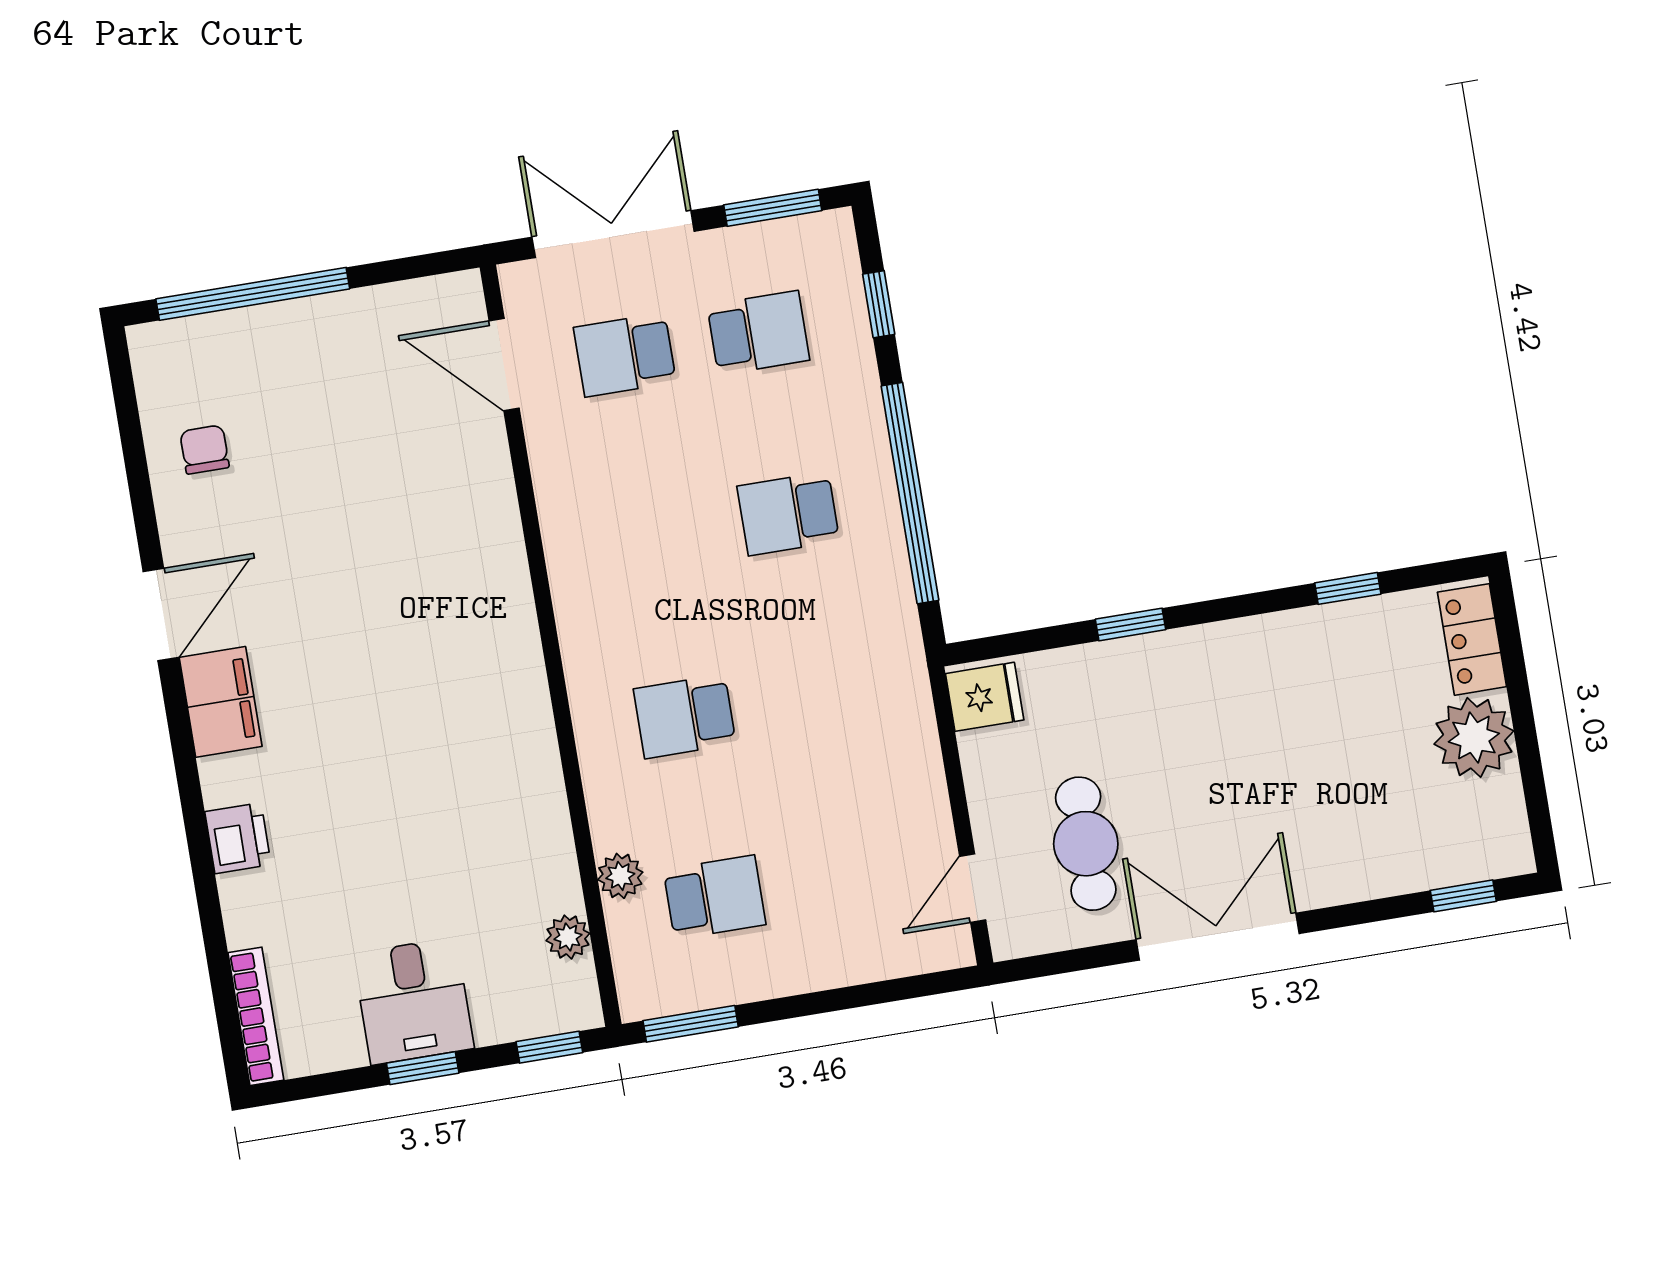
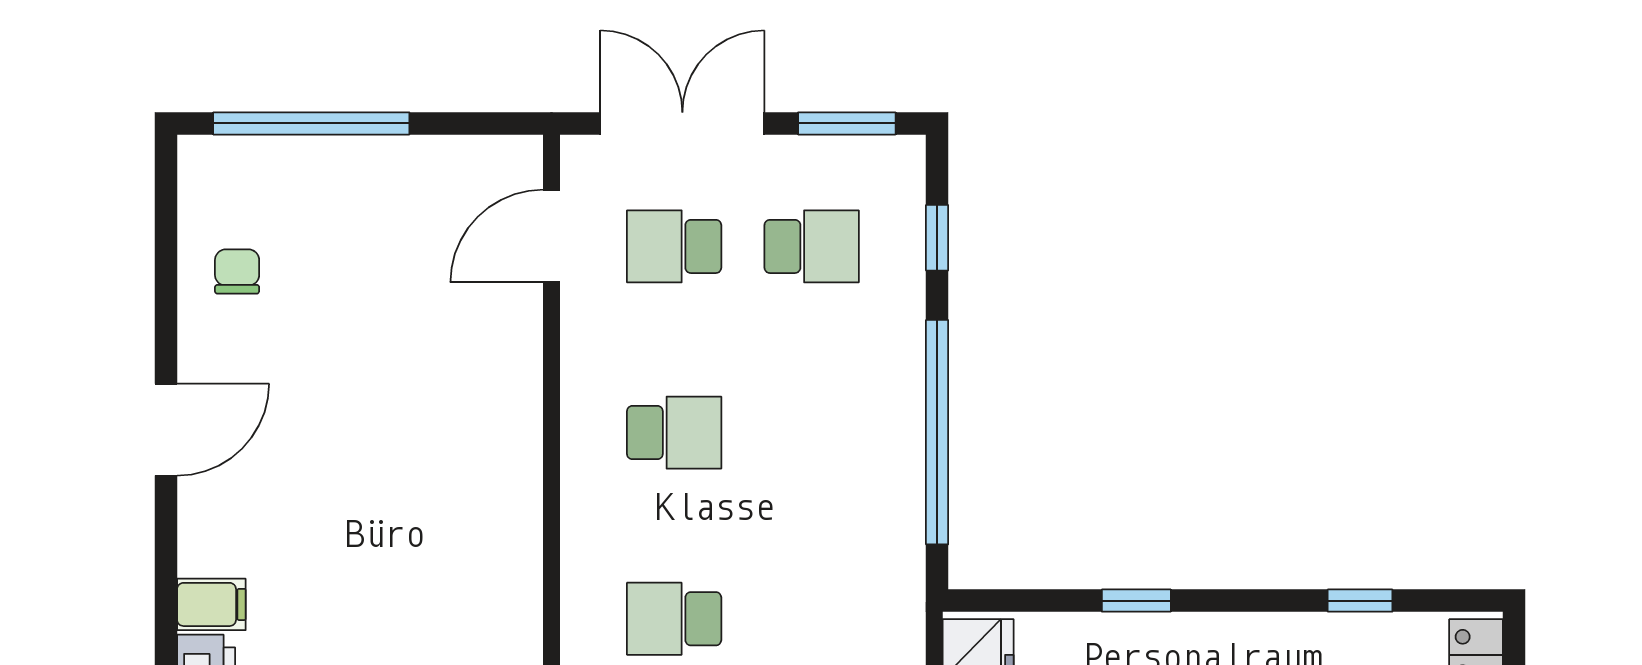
door: (504, 365) -> (551, 236), hinge flipped
school desk: (788, 514) -> (674, 433), moved, turned 180
filing cabinet: (221, 702) -> (211, 604), moved, width x0.50

